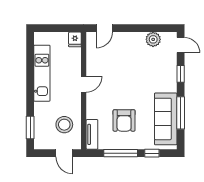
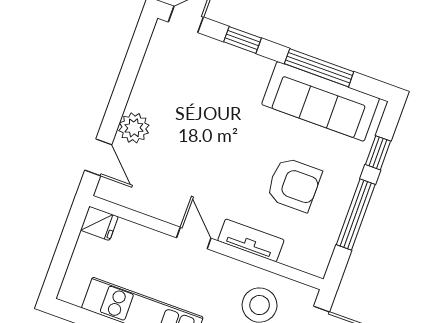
plant: (153, 39) -> (134, 128), moved
tv unit: (92, 134) -> (251, 240), moved

